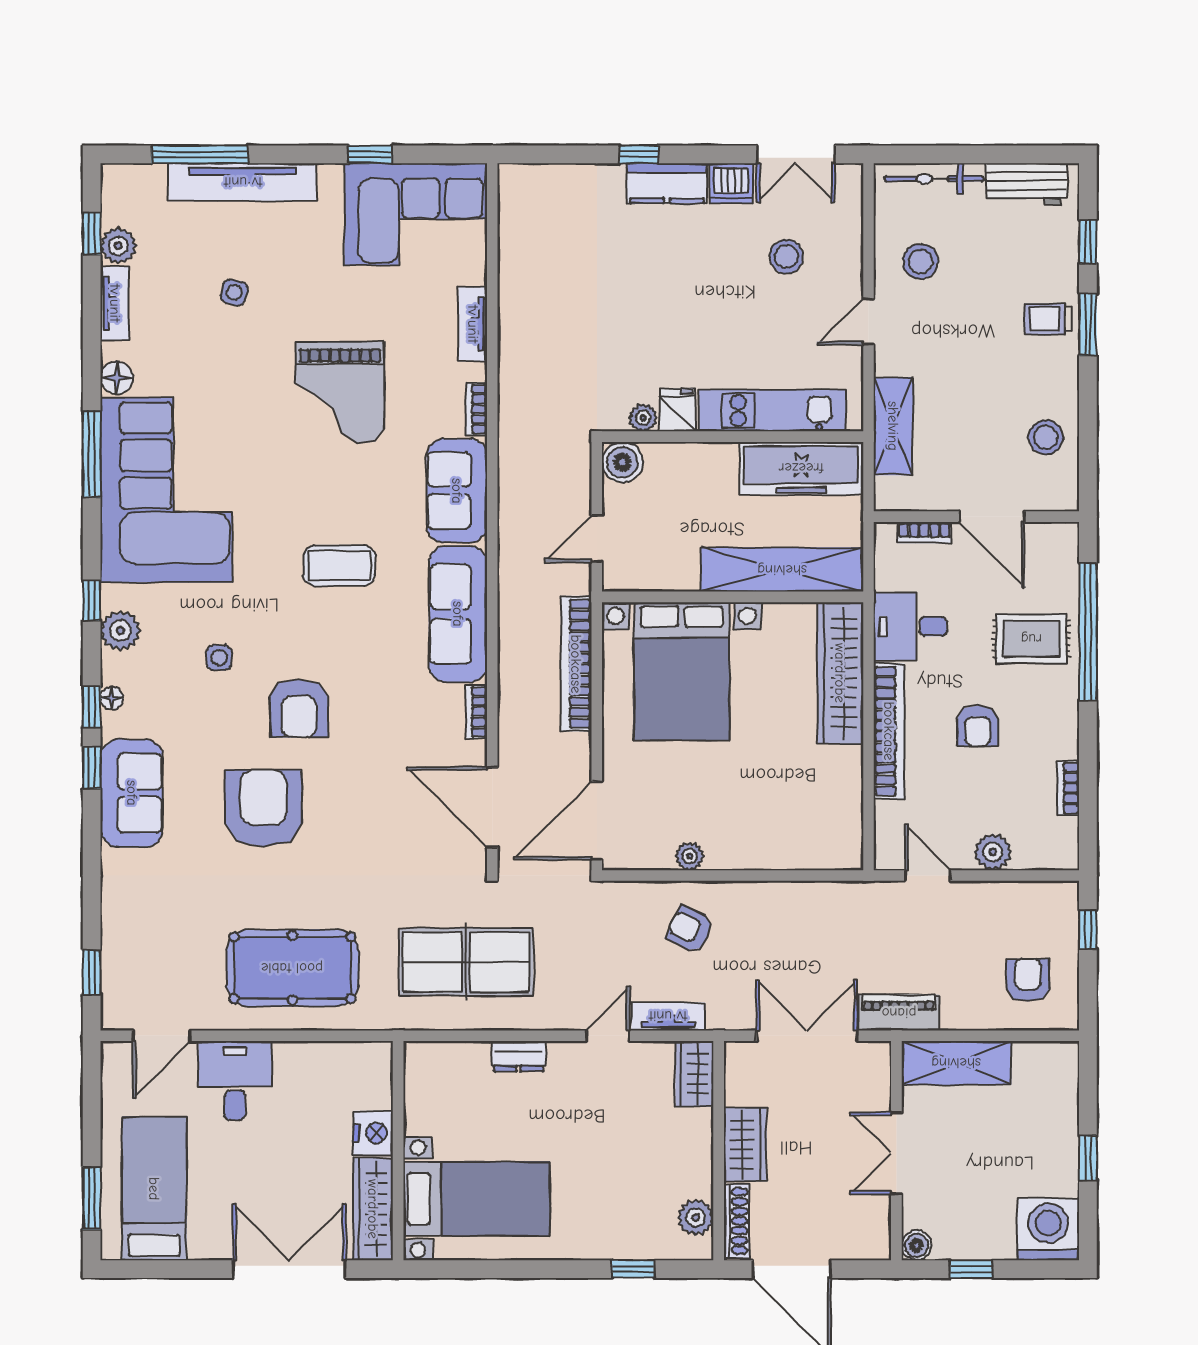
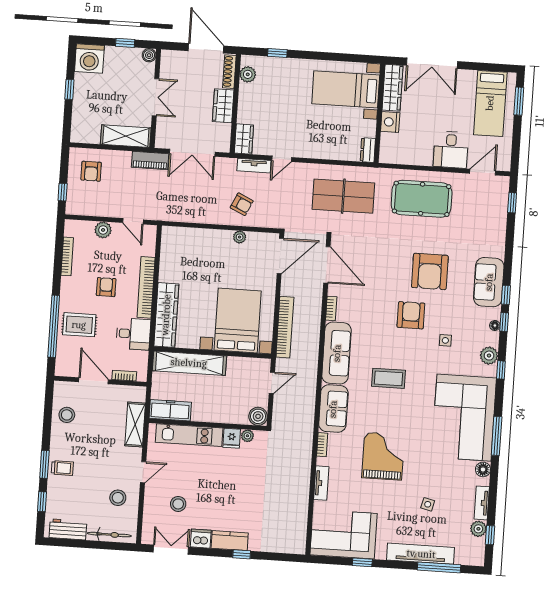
freezer: (801, 468) -> (170, 410), width x0.73, depth x0.79
bookcase: (1068, 788) -> (67, 256), width x1.56
dresser: (519, 1056) -> (368, 150), moved, turned -90

